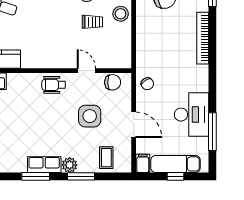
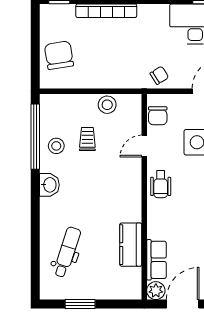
stool: (121, 14) -> (107, 105), moved
chair: (113, 82) -> (158, 116), turned 180

